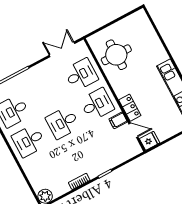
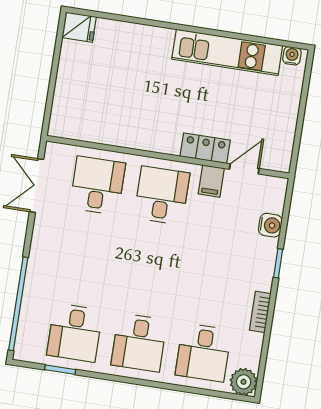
round table: (116, 55) -> (108, 108), removed
desk: (63, 123) -> (203, 352), moved
fridge: (150, 141) -> (79, 27), moved, turned 90
water cooler: (118, 159) -> (270, 225), added

